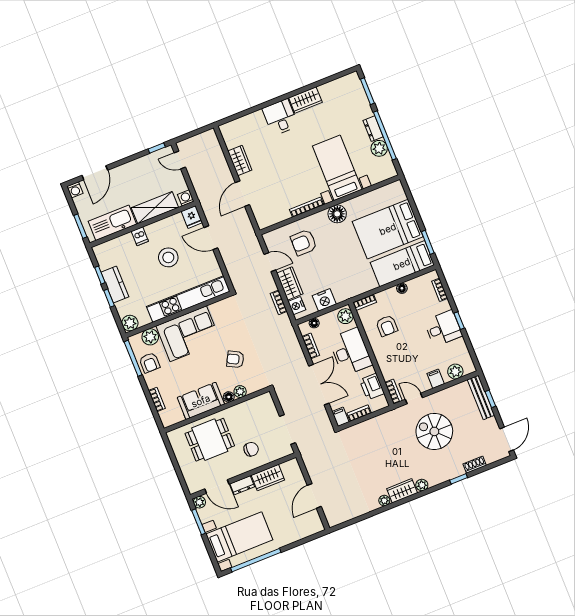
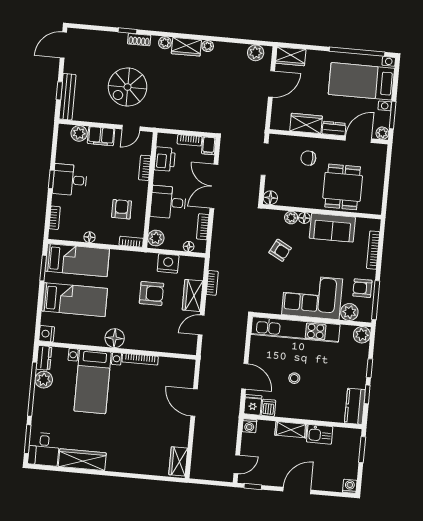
wardrobe: (305, 100) -> (82, 460), width x1.50
desk: (280, 117) -> (44, 449), moved
dresser: (373, 129) -> (44, 358), moved
door: (180, 160) -> (237, 464), hinge flipped
wardrobe: (240, 161) -> (178, 461), moved
door: (95, 173) -> (297, 490), moved
door: (242, 194) -> (194, 403), swing flipped
shelving: (155, 208) -> (291, 430), width x0.67, depth x0.75
kitchen sink: (112, 223) -> (320, 434), width x0.53, depth x0.81
bed: (388, 229) -> (74, 300), width x0.67
dishwasher: (140, 236) -> (268, 408), moved
armchair: (304, 242) -> (151, 293), moved
stool: (168, 257) -> (294, 378), width x0.53, depth x0.53
door: (270, 262) -> (201, 325), hinge flipped
kitchen counter: (115, 284) -> (355, 406), moved
nightstand: (297, 306) -> (47, 334), moved, turned 180
desk: (350, 352) -> (168, 202), width x0.73
armchair: (150, 363) -> (362, 288), turned -90
filing cabinet: (436, 379) -> (101, 136), width x2.00
bookcase: (393, 392) -> (145, 168), moved
door: (414, 398) -> (131, 128), hinge flipped
bookcase: (157, 399) -> (373, 250), width x1.56
floor lamp: (266, 399) -> (270, 198), added
spiral stairs: (434, 431) -> (128, 87), turned 90
dining table: (210, 440) -> (343, 187), turned 90
shoe rack: (475, 465) -> (139, 40), moved
door: (217, 487) -> (358, 139), hinge flipped
plant: (341, 515) -> (256, 53), added
wardrobe: (310, 528) -> (291, 56), added

